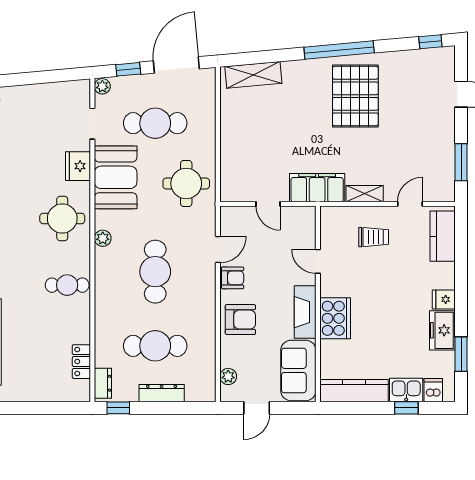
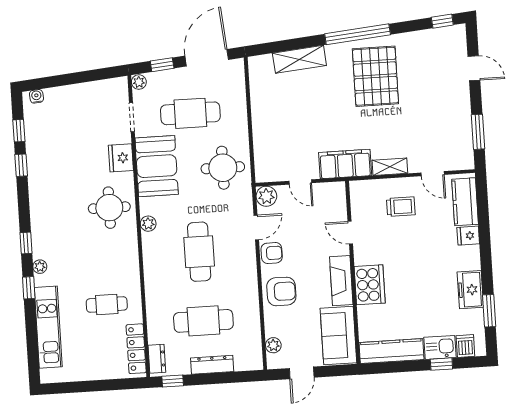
shelving: (253, 75) -> (299, 59), moved
door: (410, 204) -> (433, 174), swing flipped
plant: (231, 217) -> (266, 196), added
cafe table: (67, 285) -> (107, 304), moved
fridge: (444, 299) -> (468, 236), moved
locker: (81, 362) -> (136, 349), width x1.53

